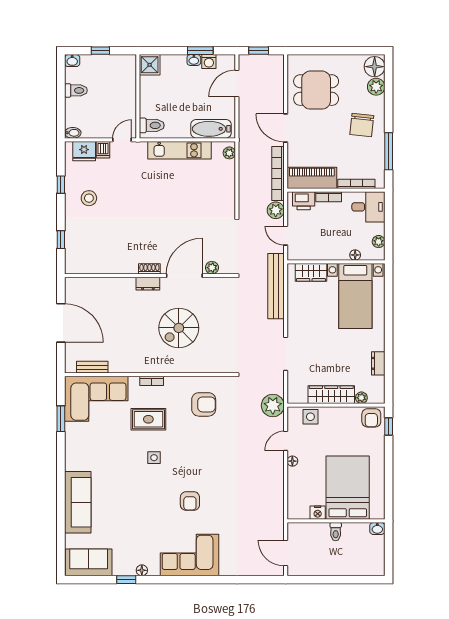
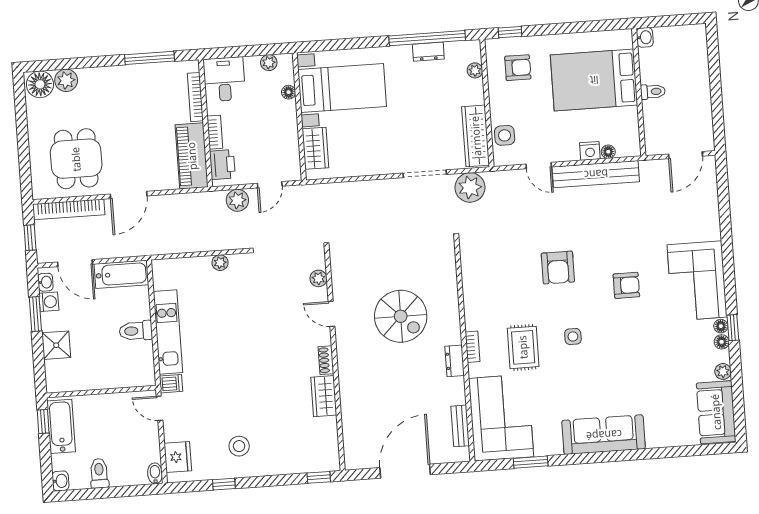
window: (100, 51) -> (43, 421), moved
washbasin: (194, 60) -> (45, 282), moved
bathtub: (114, 64) -> (61, 426), added
shower: (150, 65) -> (56, 345), moved
toilet: (152, 125) -> (136, 331), moved, turned -90
chair: (362, 125) -> (118, 96), removed
bathtub: (211, 129) -> (121, 274), moved, turned -90
dishwasher: (103, 150) -> (171, 384), moved
plant: (229, 153) -> (220, 263), moved
bookcase: (278, 173) -> (69, 209), moved
window: (61, 240) -> (319, 477), moved
wardrobe: (122, 265) -> (324, 396), added
door: (184, 276) -> (331, 314), width x0.53
dresser: (148, 284) -> (455, 361), moved, turned 180
bench: (276, 286) -> (596, 174), moved
window: (389, 363) -> (427, 38), added
wardrobe: (331, 395) -> (476, 136), moved
armchair: (204, 404) -> (558, 268), moved, turned 180
plant: (273, 406) -> (470, 187), moved
armchair: (371, 418) -> (518, 68), moved
floor lamp: (292, 461) -> (608, 152), moved
sofa: (78, 502) -> (604, 435), moved
nightstand: (318, 513) -> (590, 151), moved, turned 90
plant: (119, 570) -> (723, 371), added
floor lamp: (154, 571) -> (721, 326), added
window: (126, 580) -> (733, 328), moved

